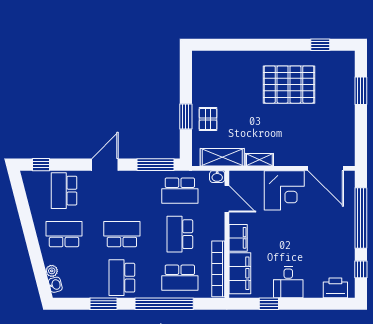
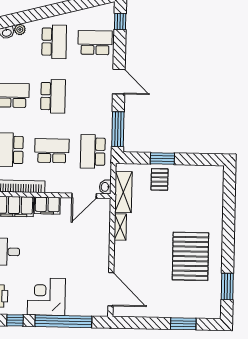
window: (320, 45) -> (227, 286), width x1.50
pallet: (208, 119) -> (160, 179), turned 90
door: (326, 168) -> (111, 289), swing flipped
corner desk: (284, 190) -> (46, 297), moved, turned 90

